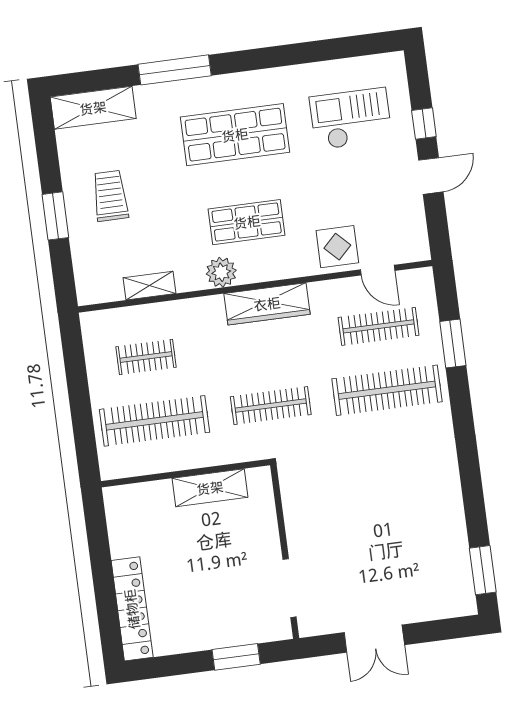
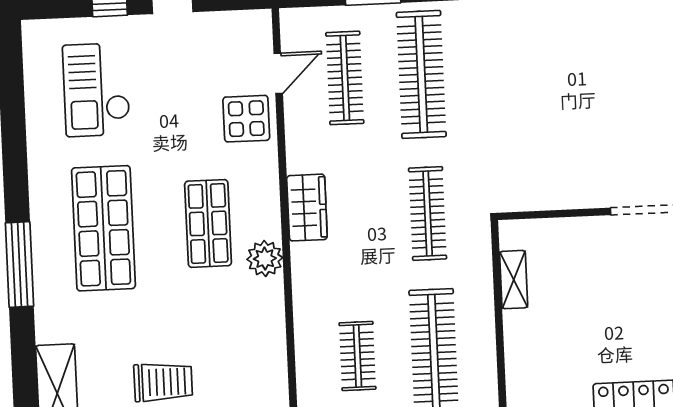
window: (175, 70) -> (19, 264), moved
trolley: (110, 196) -> (163, 382), turned 180
shelving: (149, 286) -> (273, 345), removed
wardrobe: (267, 304) -> (307, 208), width x0.67
shelving: (210, 488) -> (514, 280), width x0.67, depth x0.75

